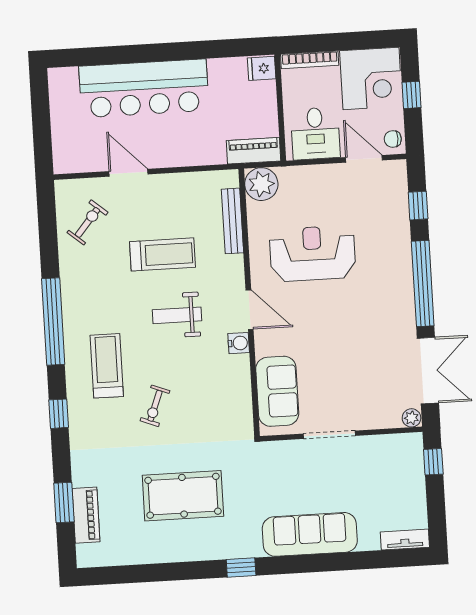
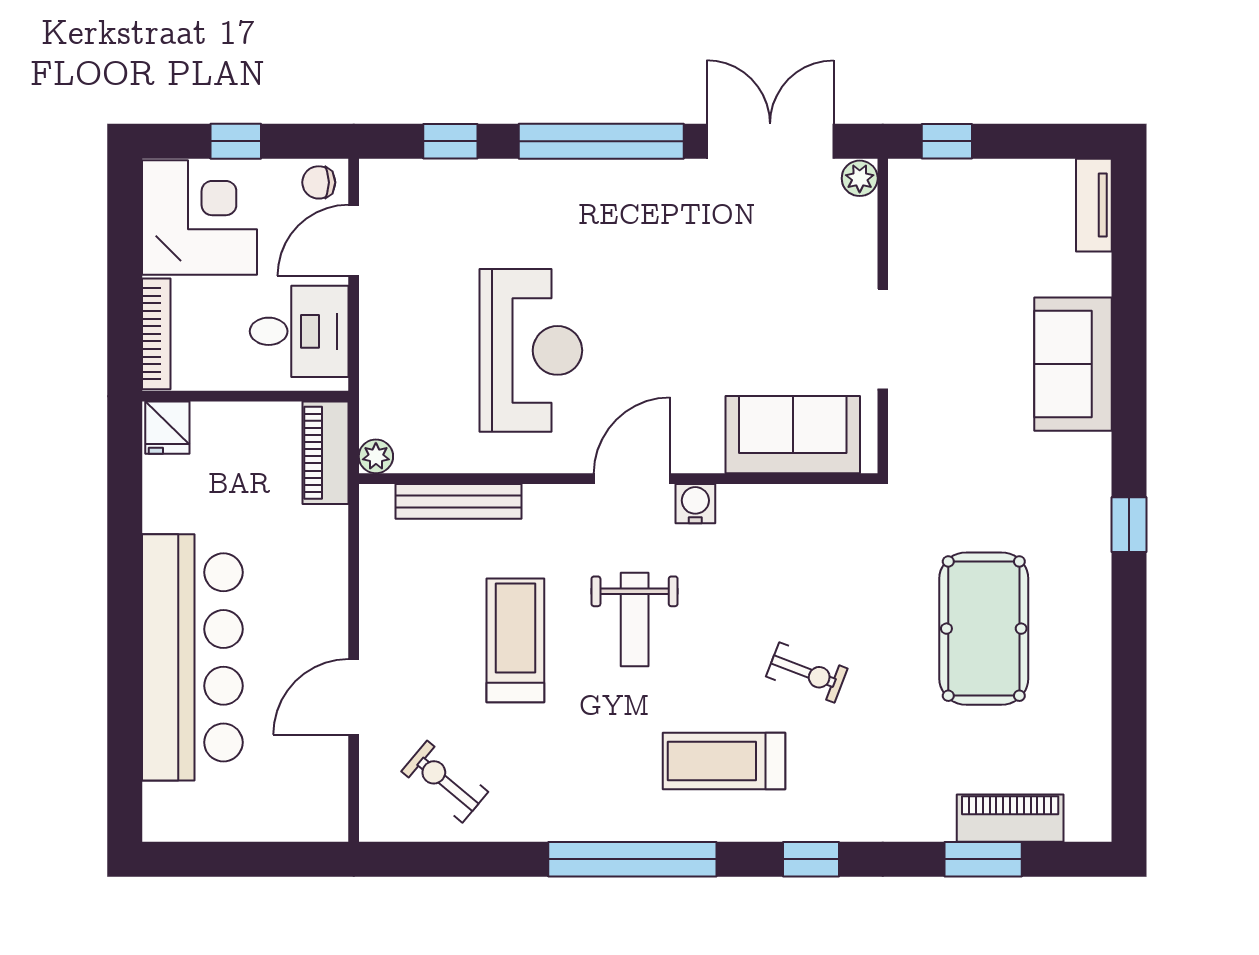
chair: (393, 139) -> (319, 182), turned 90
plant: (261, 184) -> (376, 456), width x0.53, depth x0.53
reception desk: (313, 254) -> (531, 350), turned 180
sofa: (310, 534) -> (1073, 364), width x0.73

